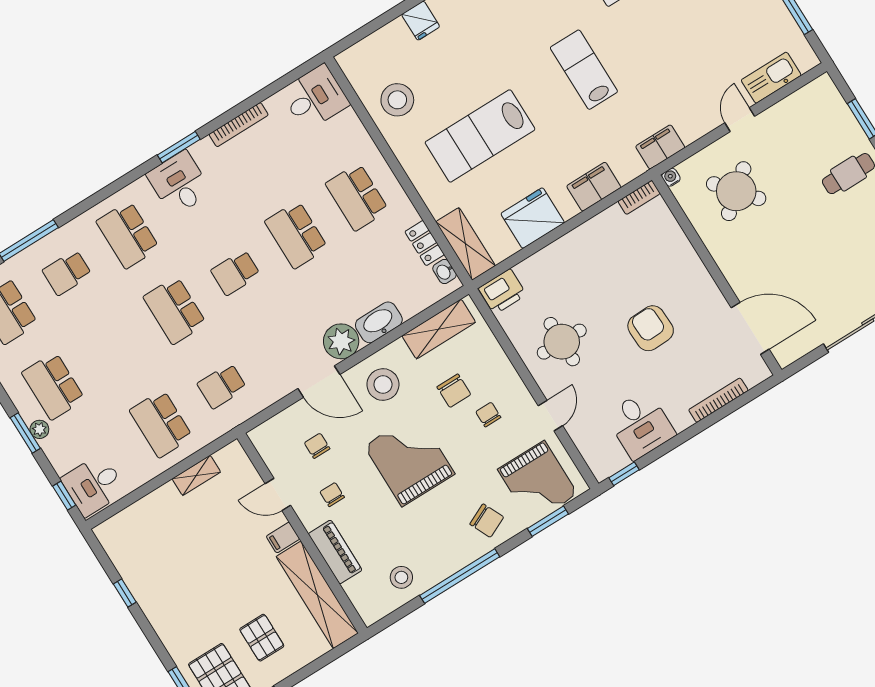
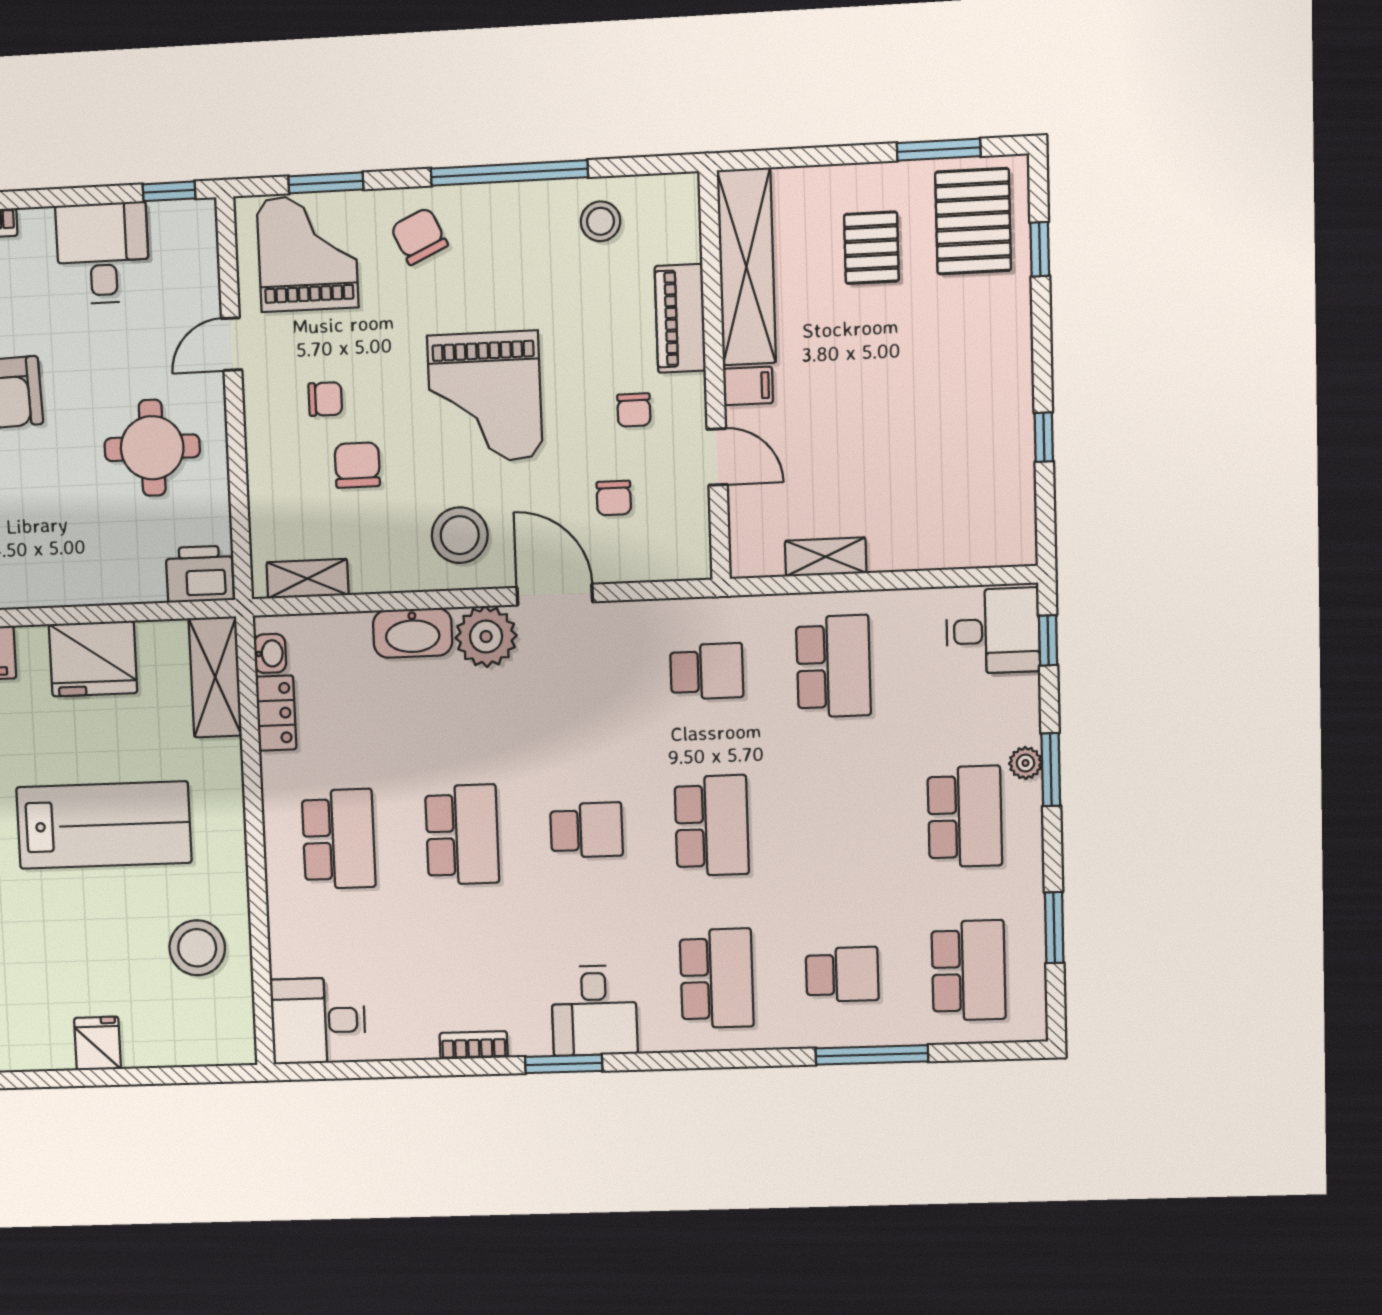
bookcase: (239, 125) -> (474, 1045), width x0.64
shelving: (439, 329) -> (308, 579), width x0.67, depth x0.75
chair: (488, 415) -> (325, 399), turned -90

